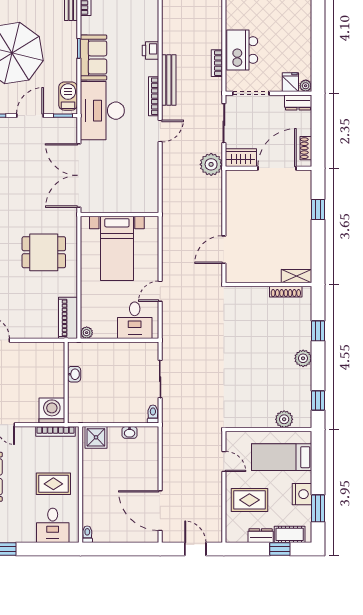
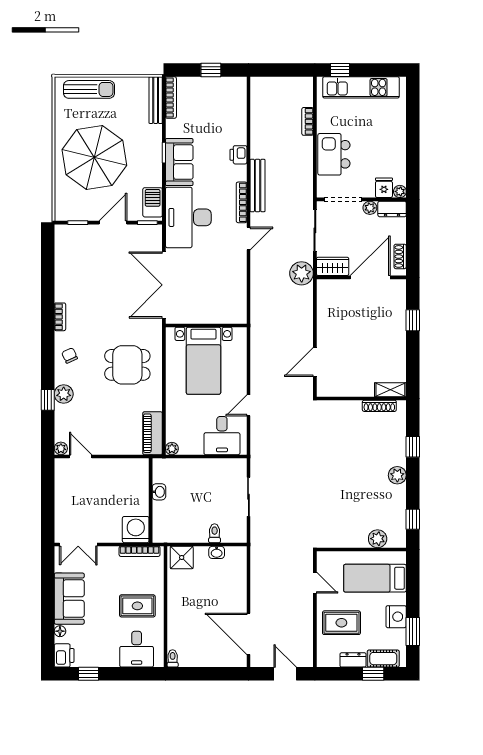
bookcase: (217, 63) -> (308, 121), moved
plant: (277, 101) -> (370, 208), added
toilet: (153, 414) -> (215, 533), moved

